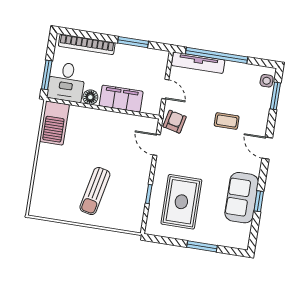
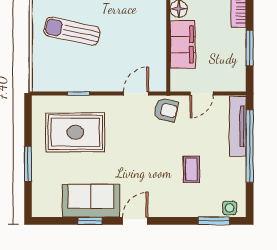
coffee table: (227, 121) -> (191, 169), moved
door: (267, 148) -> (135, 221), moved

